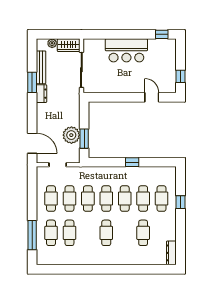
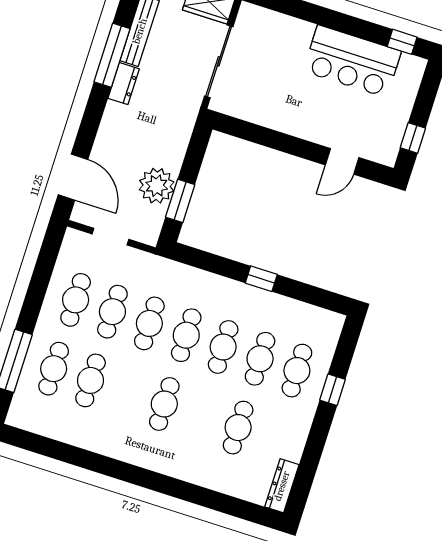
bar counter: (126, 50) -> (352, 61), moved
window: (32, 82) -> (112, 55), width x1.44
door: (152, 97) -> (342, 161), swing flipped

